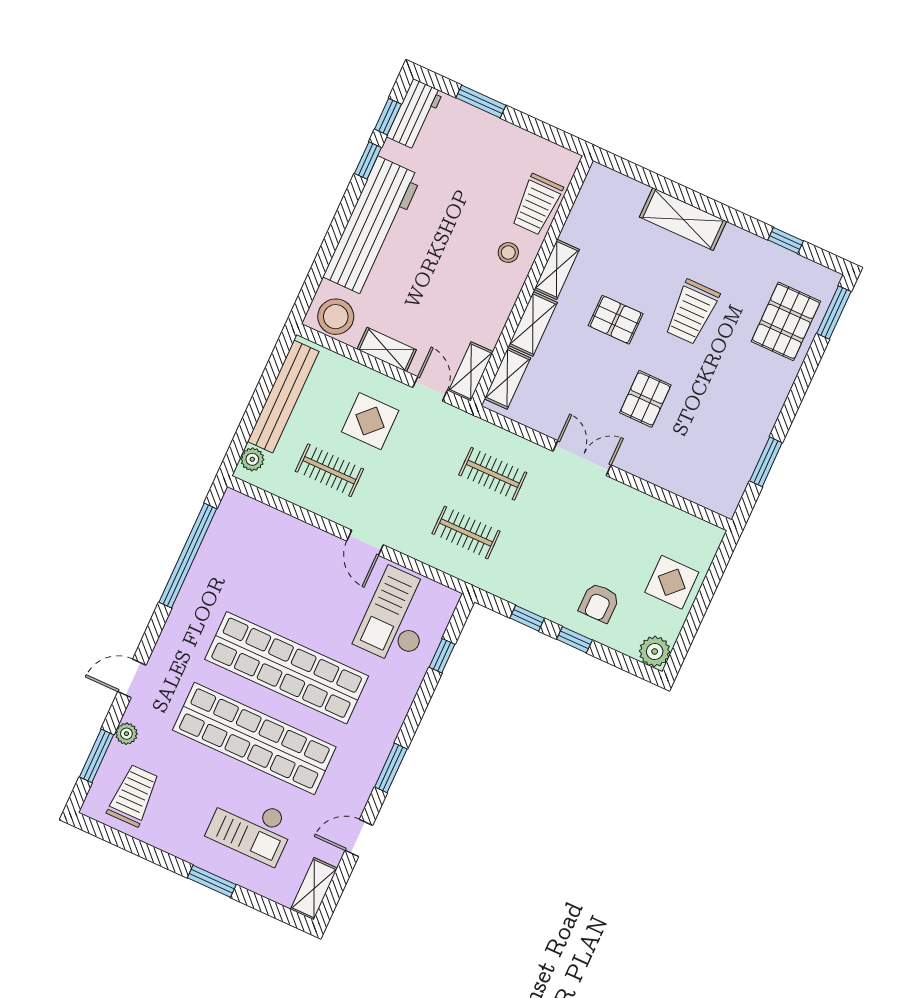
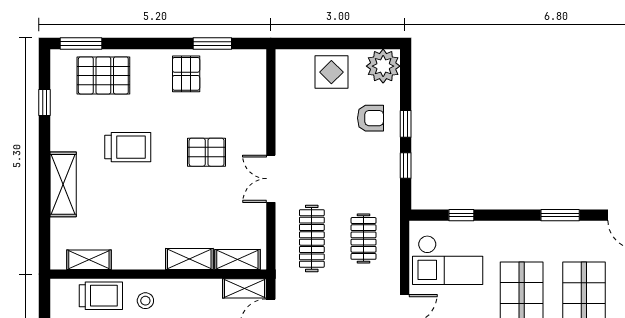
shelving: (557, 269) -> (89, 260), moved
pallet: (616, 320) -> (186, 74), moved
clothes rail: (493, 474) -> (312, 238), width x1.36
plant: (655, 651) -> (383, 66), width x1.36, depth x1.36

